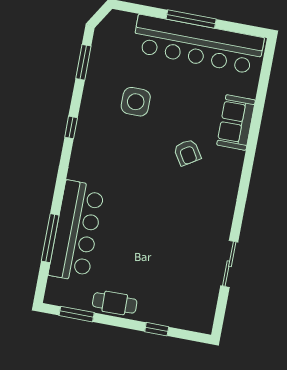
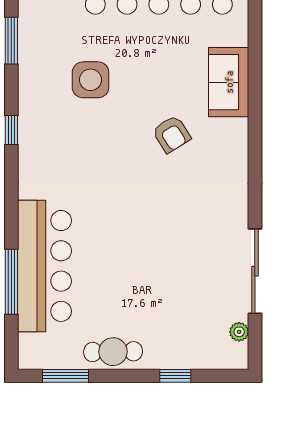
sliding door: (229, 264) -> (255, 271), width x1.37
plant: (209, 306) -> (239, 332), added

